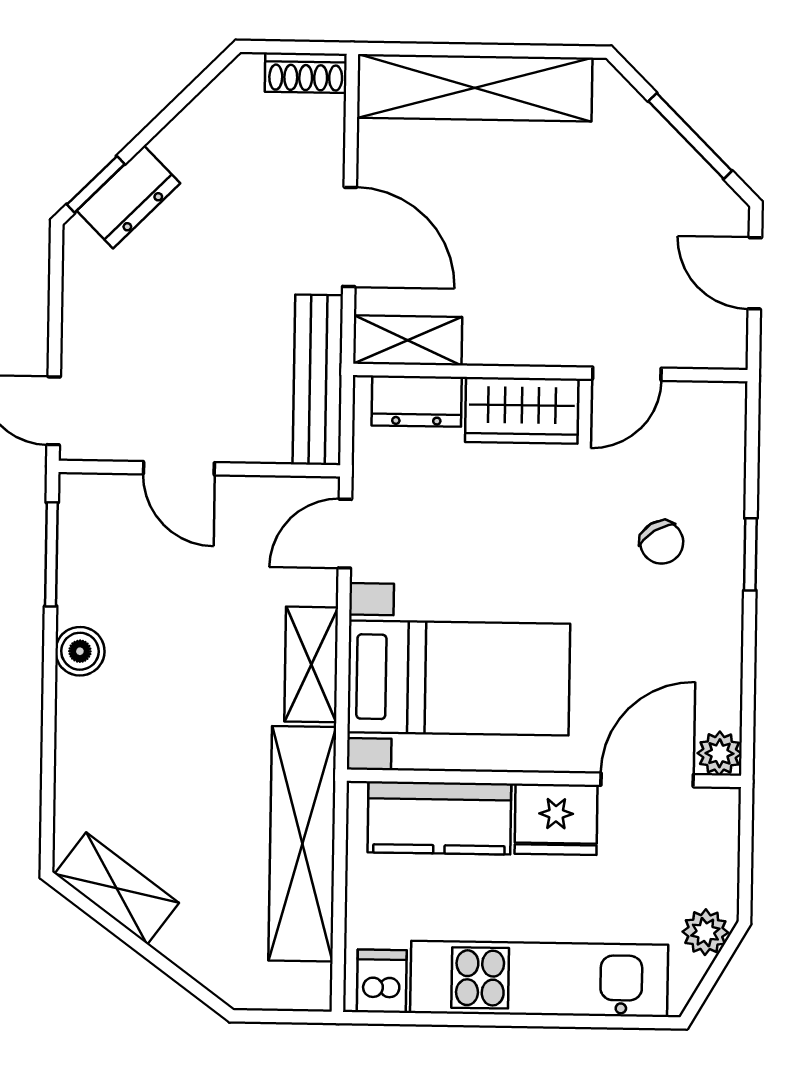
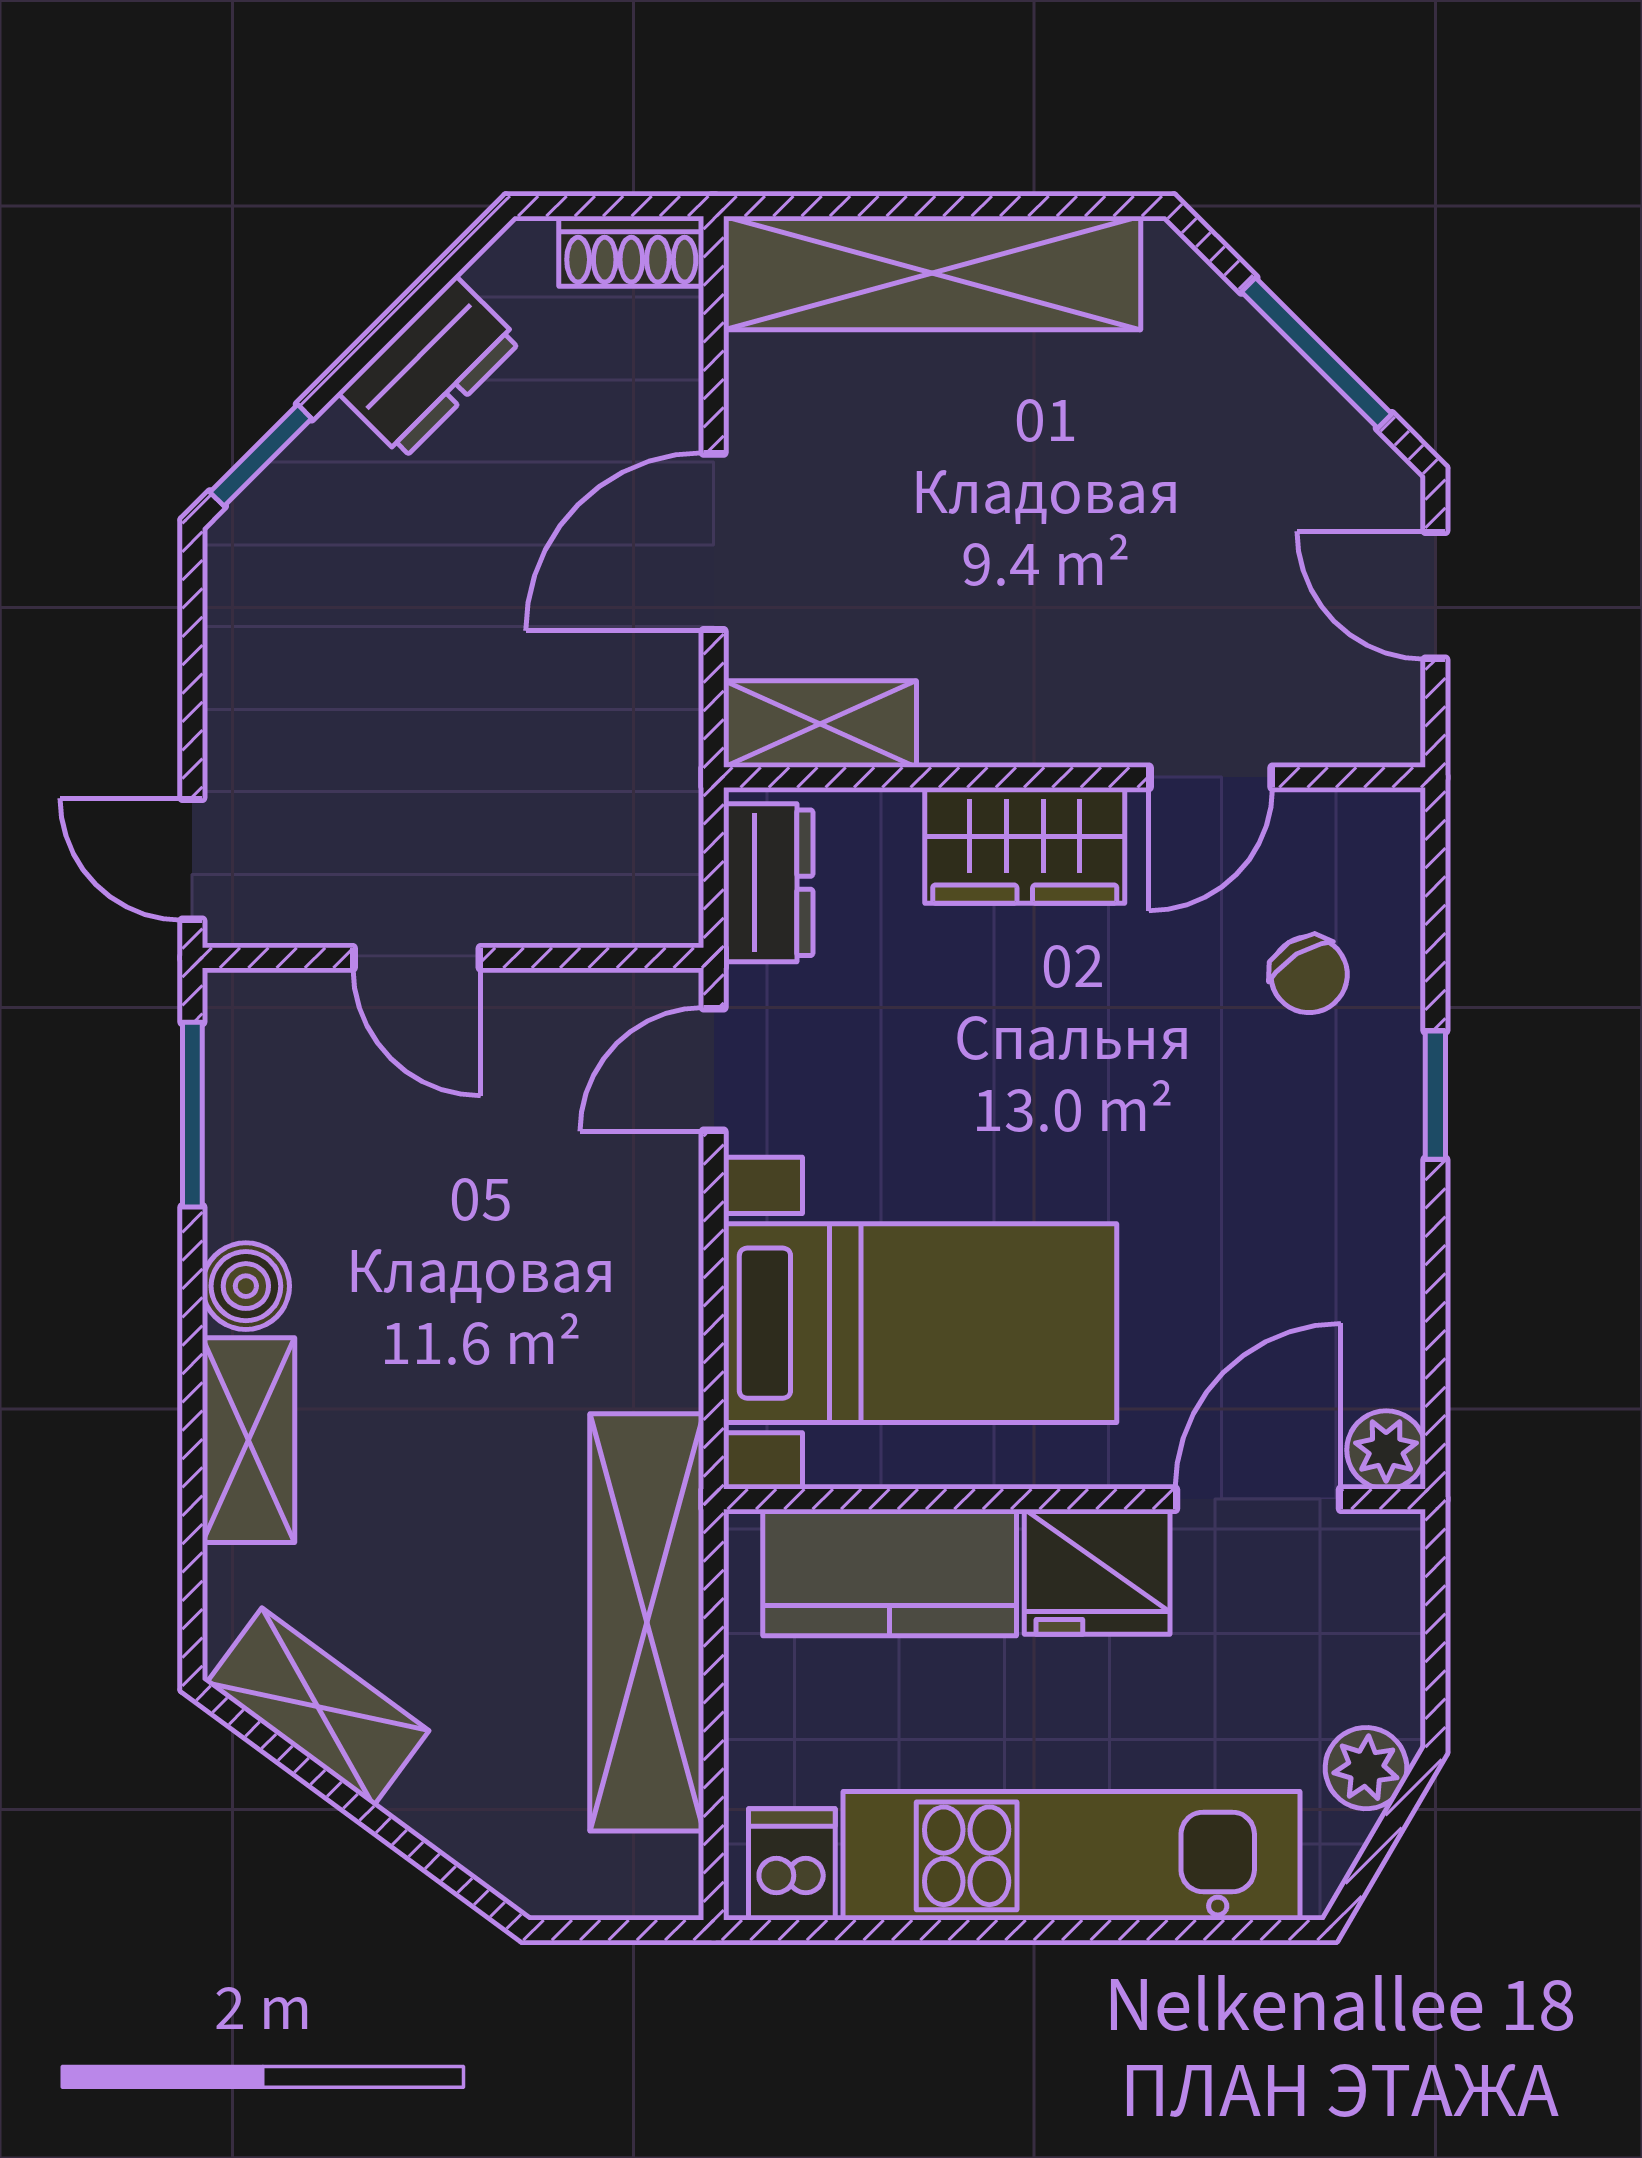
dresser: (128, 197) -> (429, 367), moved
door: (350, 237) -> (714, 542), swing flipped
bench: (318, 380) -> (661, 797), removed
dresser: (417, 401) -> (768, 883), moved, turned -90
chair: (662, 542) -> (1309, 975), moved
shelving: (311, 664) -> (249, 1440), moved

